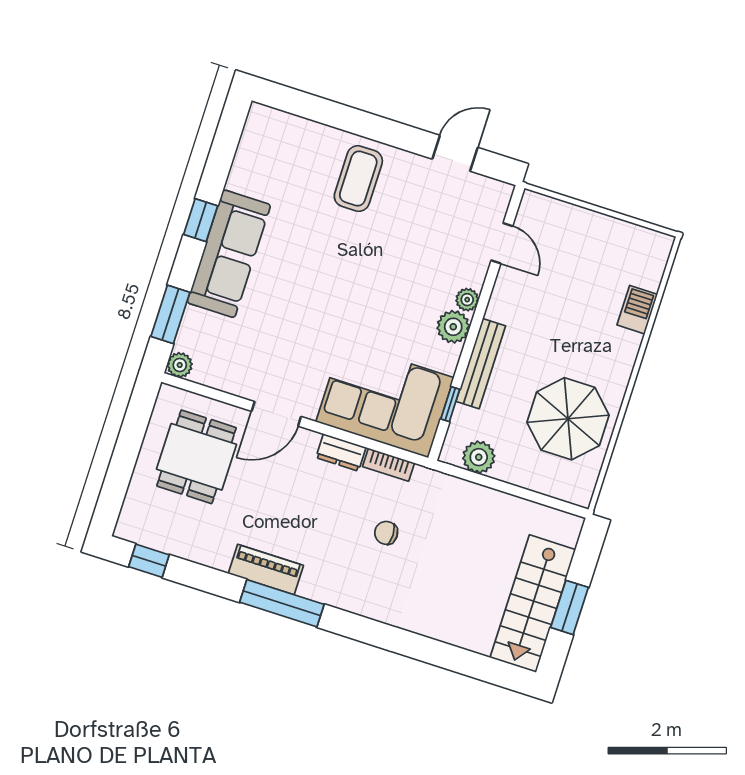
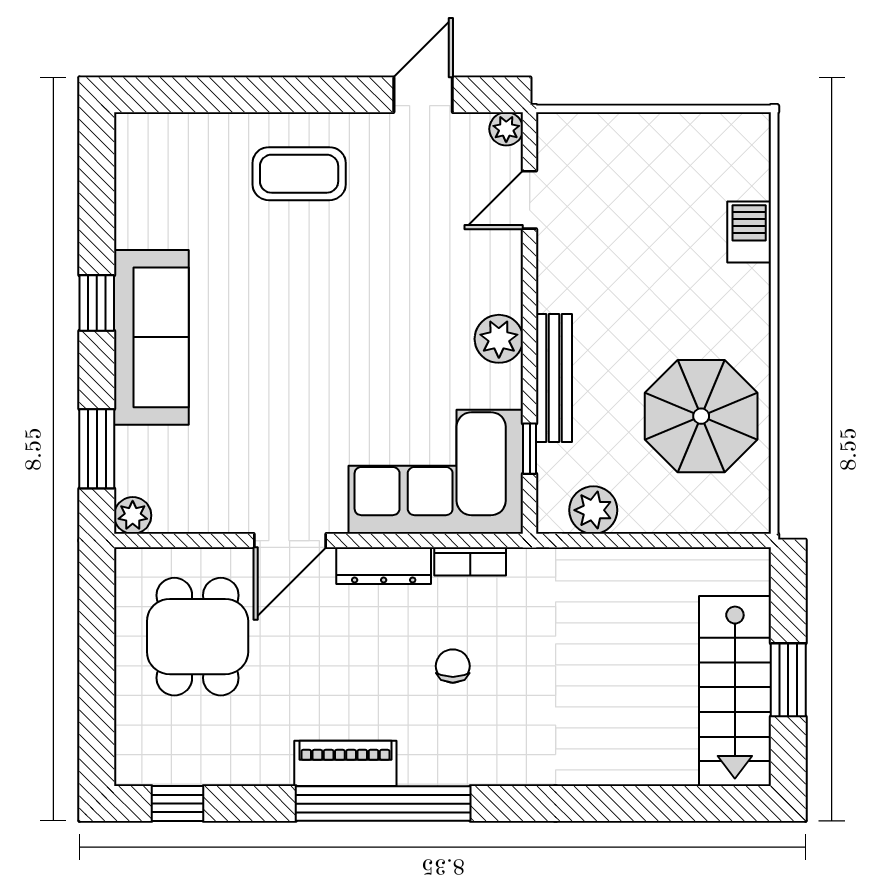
coffee table: (358, 179) -> (299, 174), turned 90
door: (502, 243) -> (530, 200), swing flipped
plant: (467, 300) -> (506, 129), moved
dresser: (341, 452) -> (384, 566), width x1.44
chair: (386, 533) -> (453, 666), moved, turned 90
window: (282, 603) -> (383, 804), width x1.46

